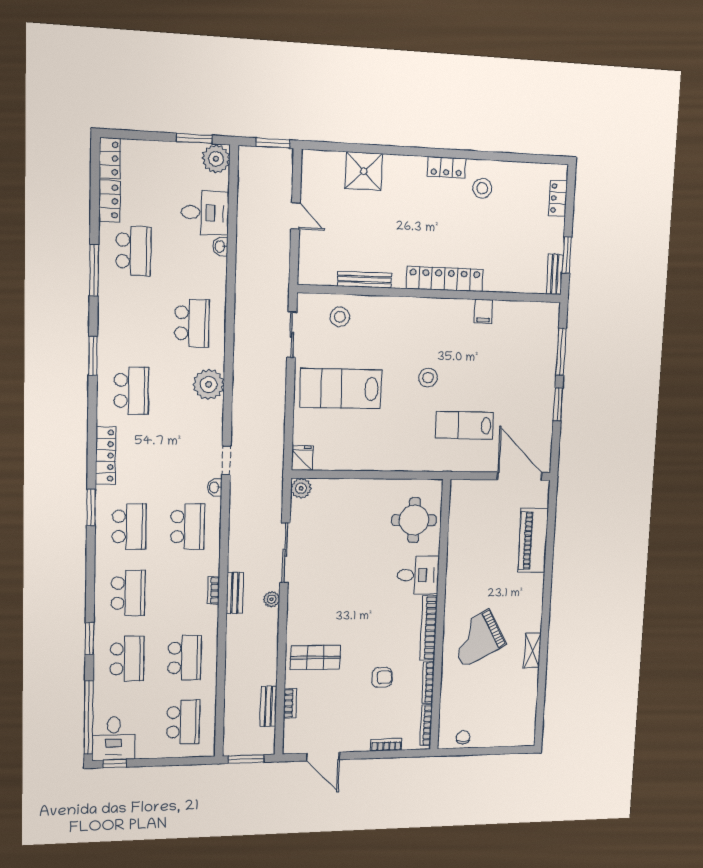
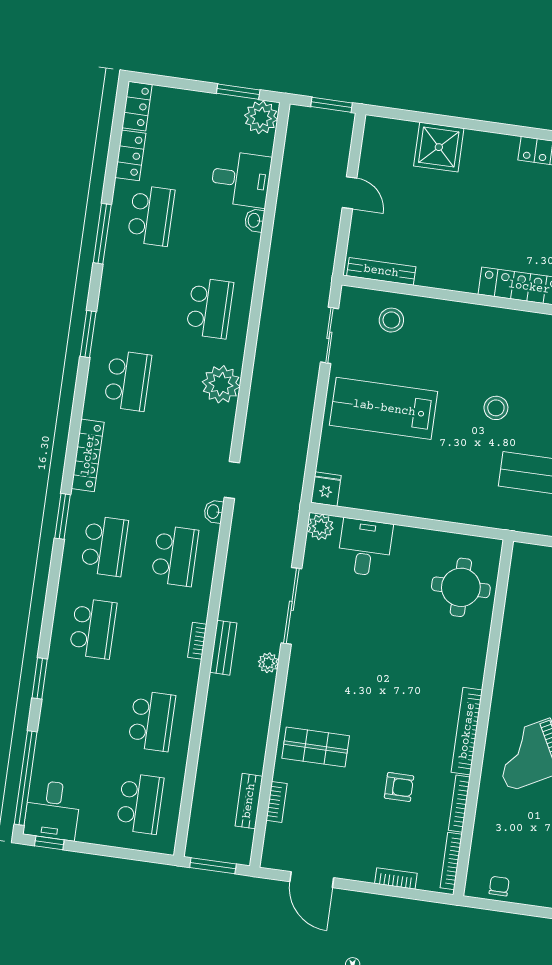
bench: (365, 280) -> (381, 271), moved
desk: (418, 575) -> (365, 547), moved, turned -90
school desk: (127, 659) -> (81, 711), removed

